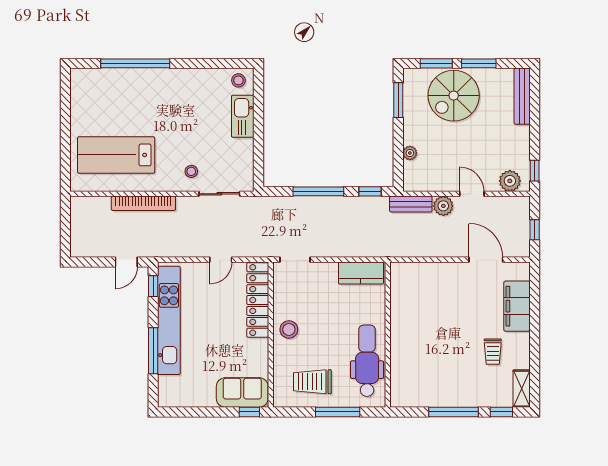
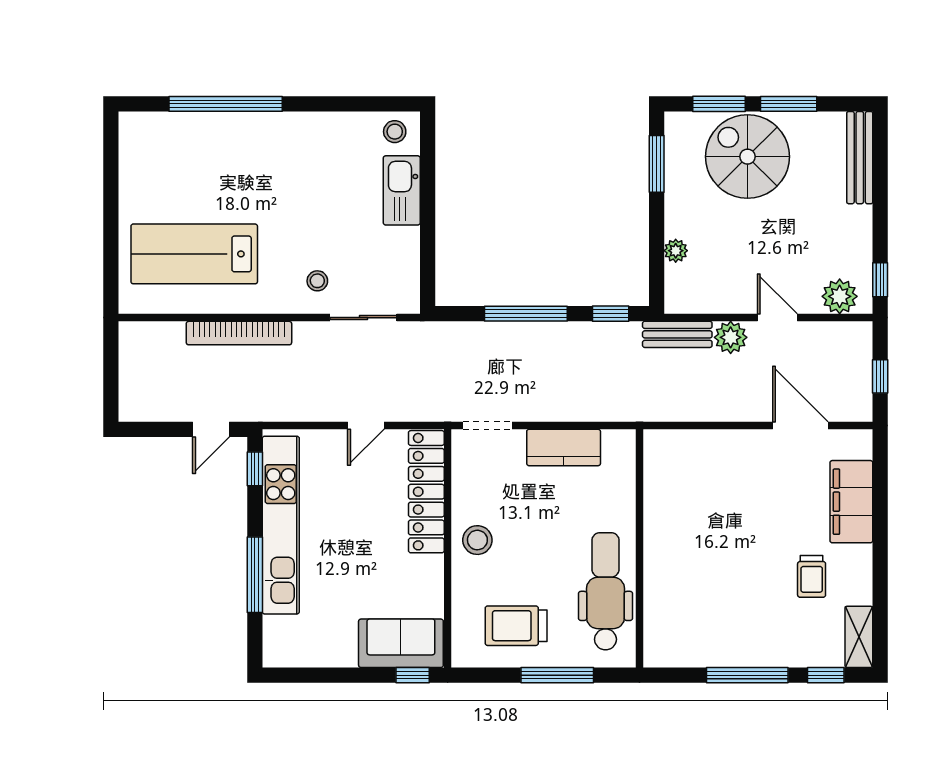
spiral stairs: (454, 96) -> (747, 157), turned 90
kitchen counter: (361, 273) -> (564, 447), moved

